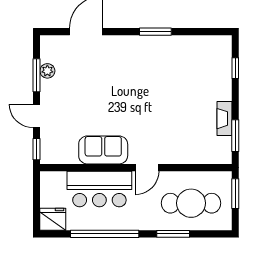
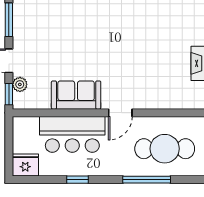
plant: (47, 71) -> (20, 84), moved
window: (105, 234) -> (78, 180), width x0.32
window: (173, 234) -> (147, 180), width x1.44

